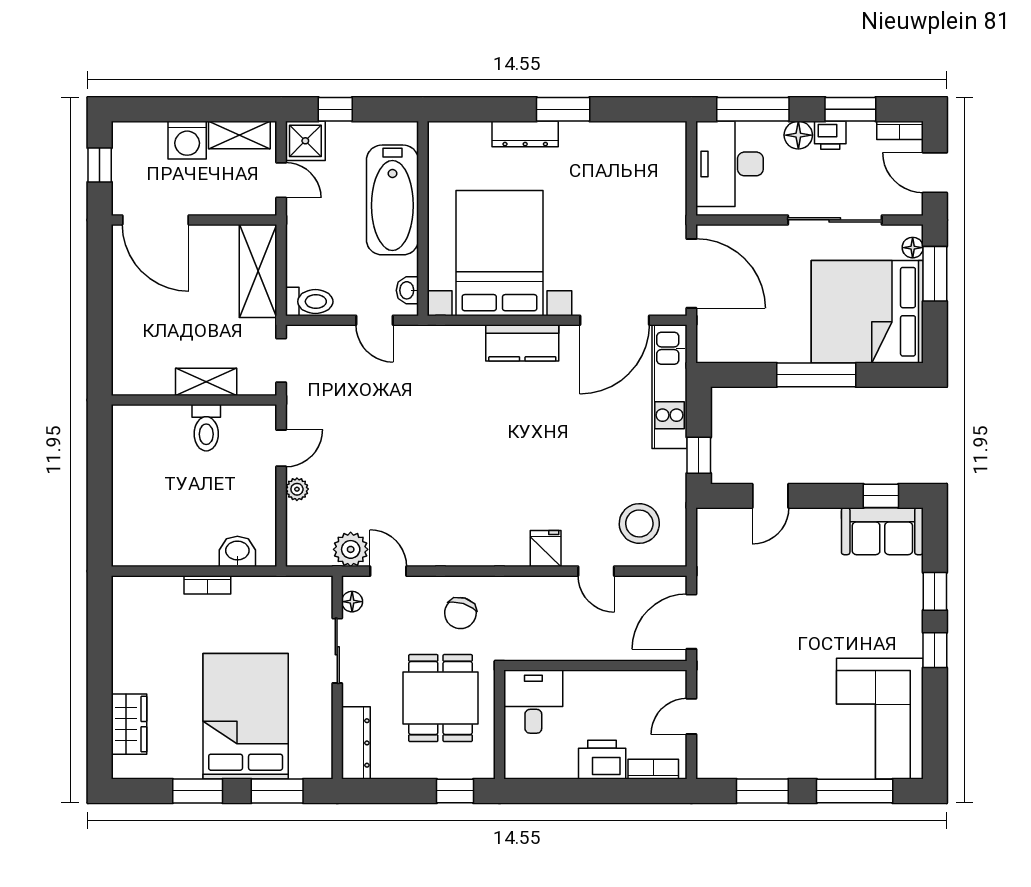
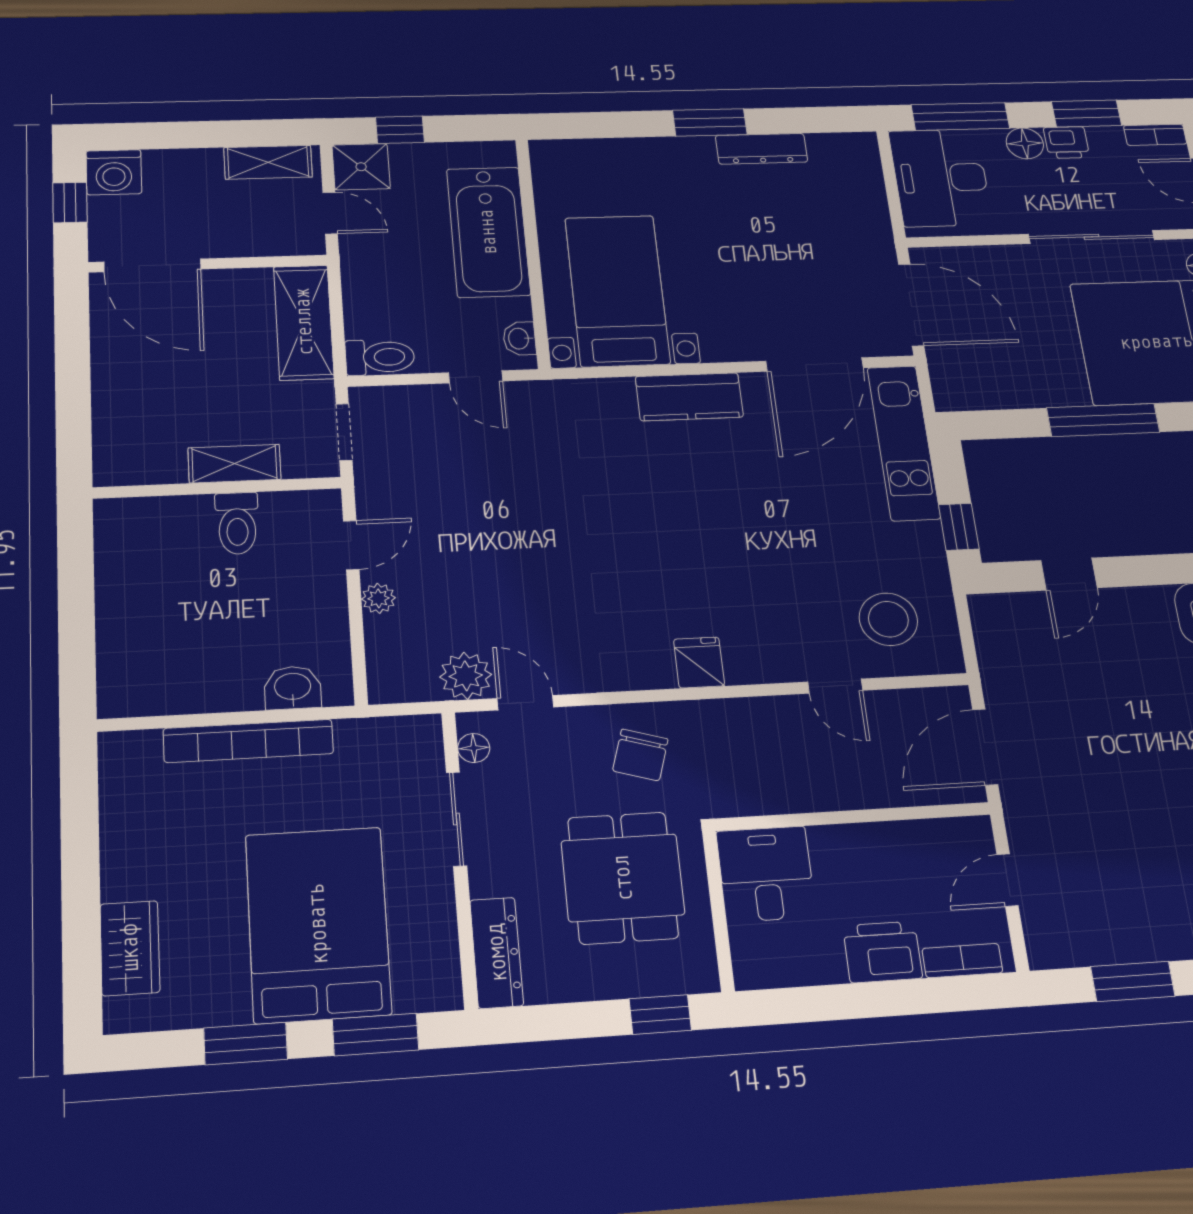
dresser: (525, 134) -> (762, 149), moved
washing machine: (187, 140) -> (114, 172), moved
bed with nightstands: (499, 253) -> (617, 290), width x0.73
fridge: (546, 548) -> (699, 662), moved
bookcase: (207, 585) -> (248, 741), width x2.31, depth x1.31

